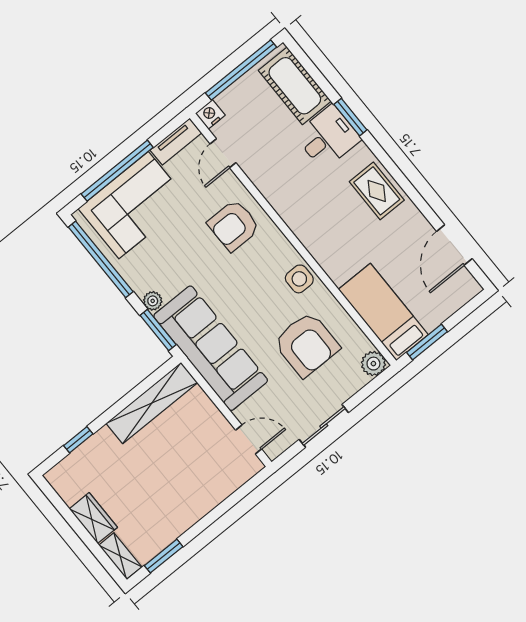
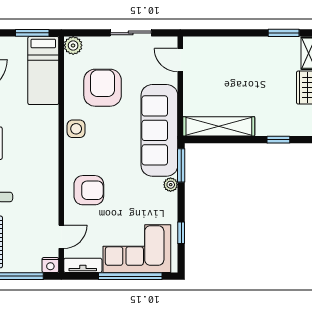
window: (101, 259) -> (181, 233), width x0.32

